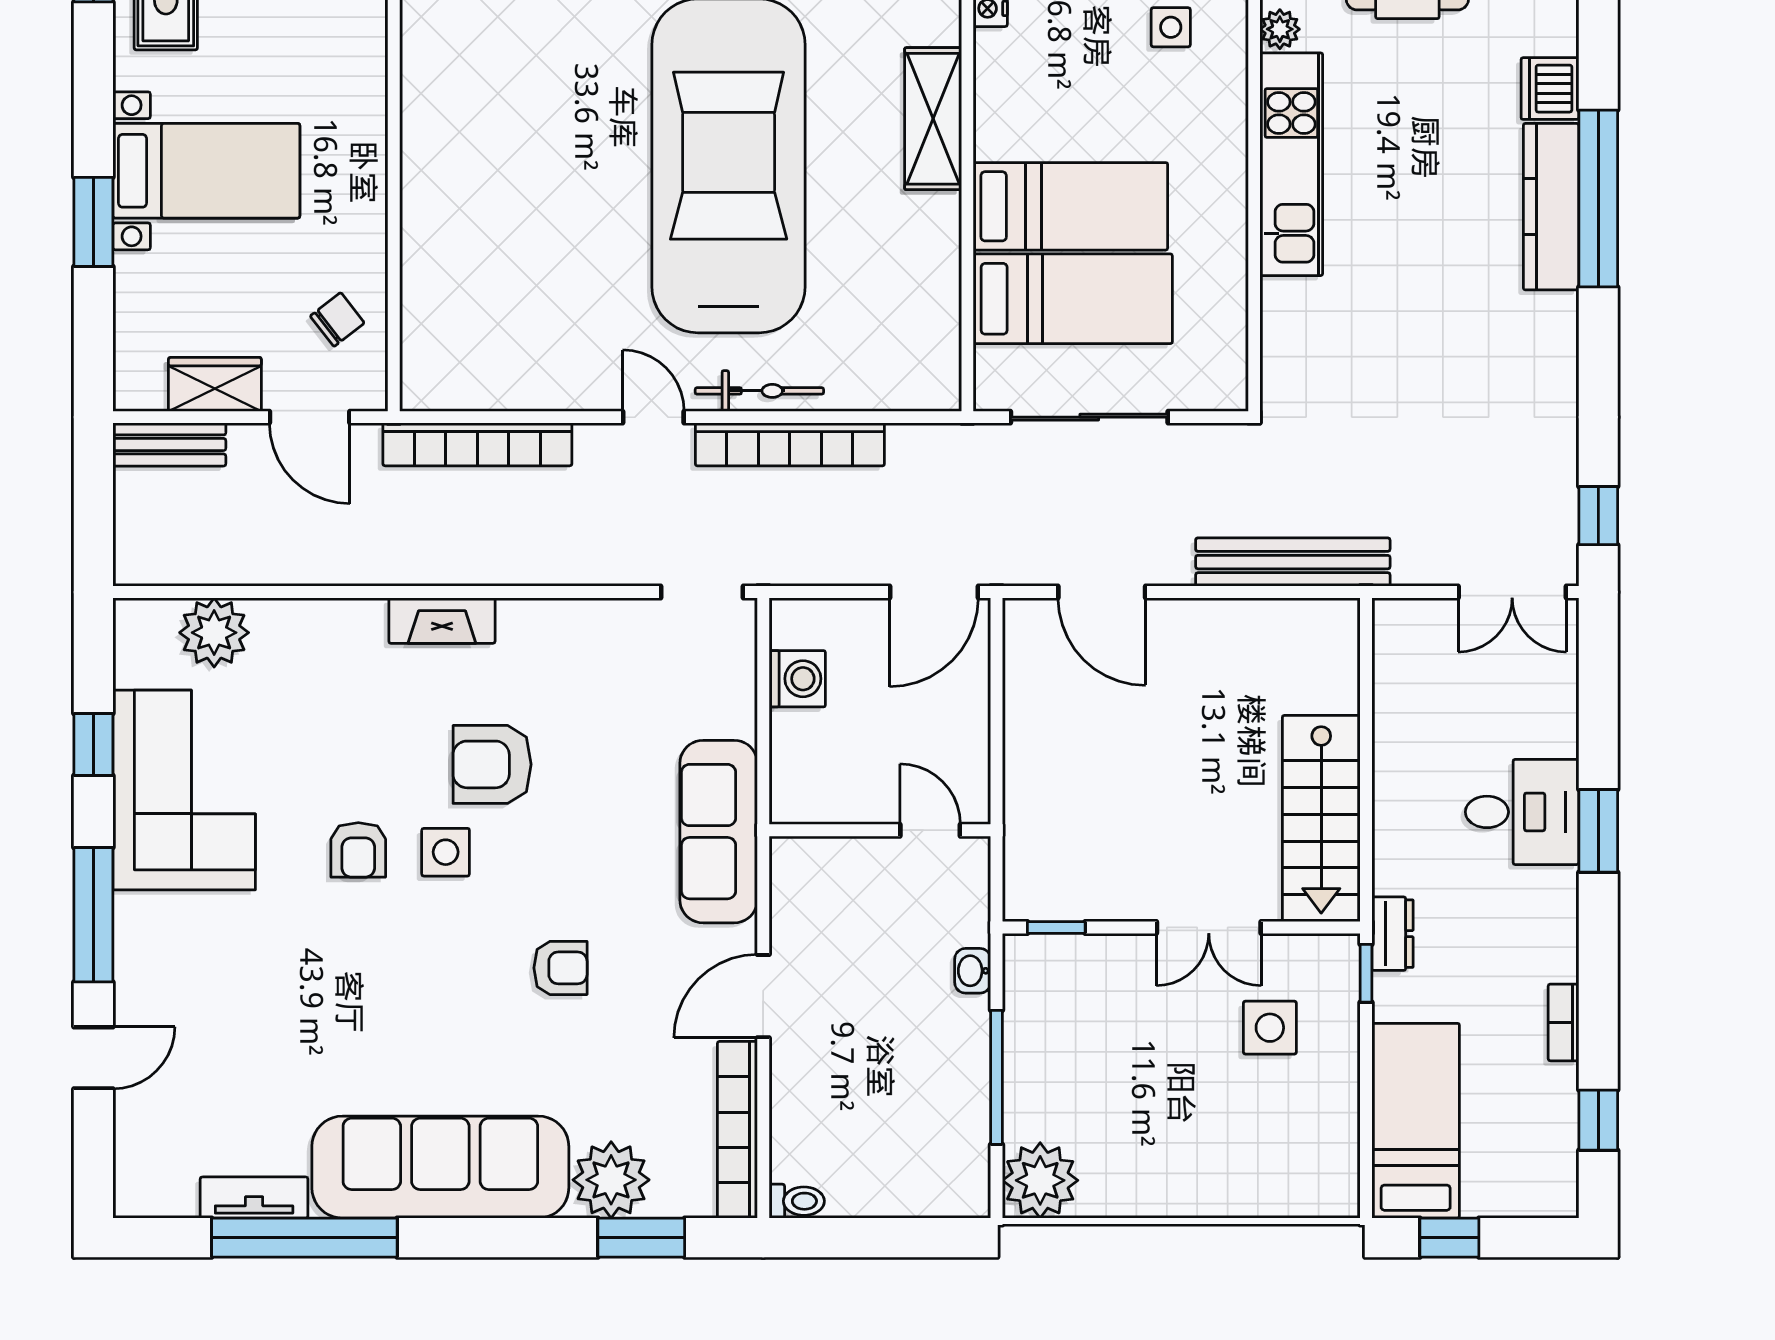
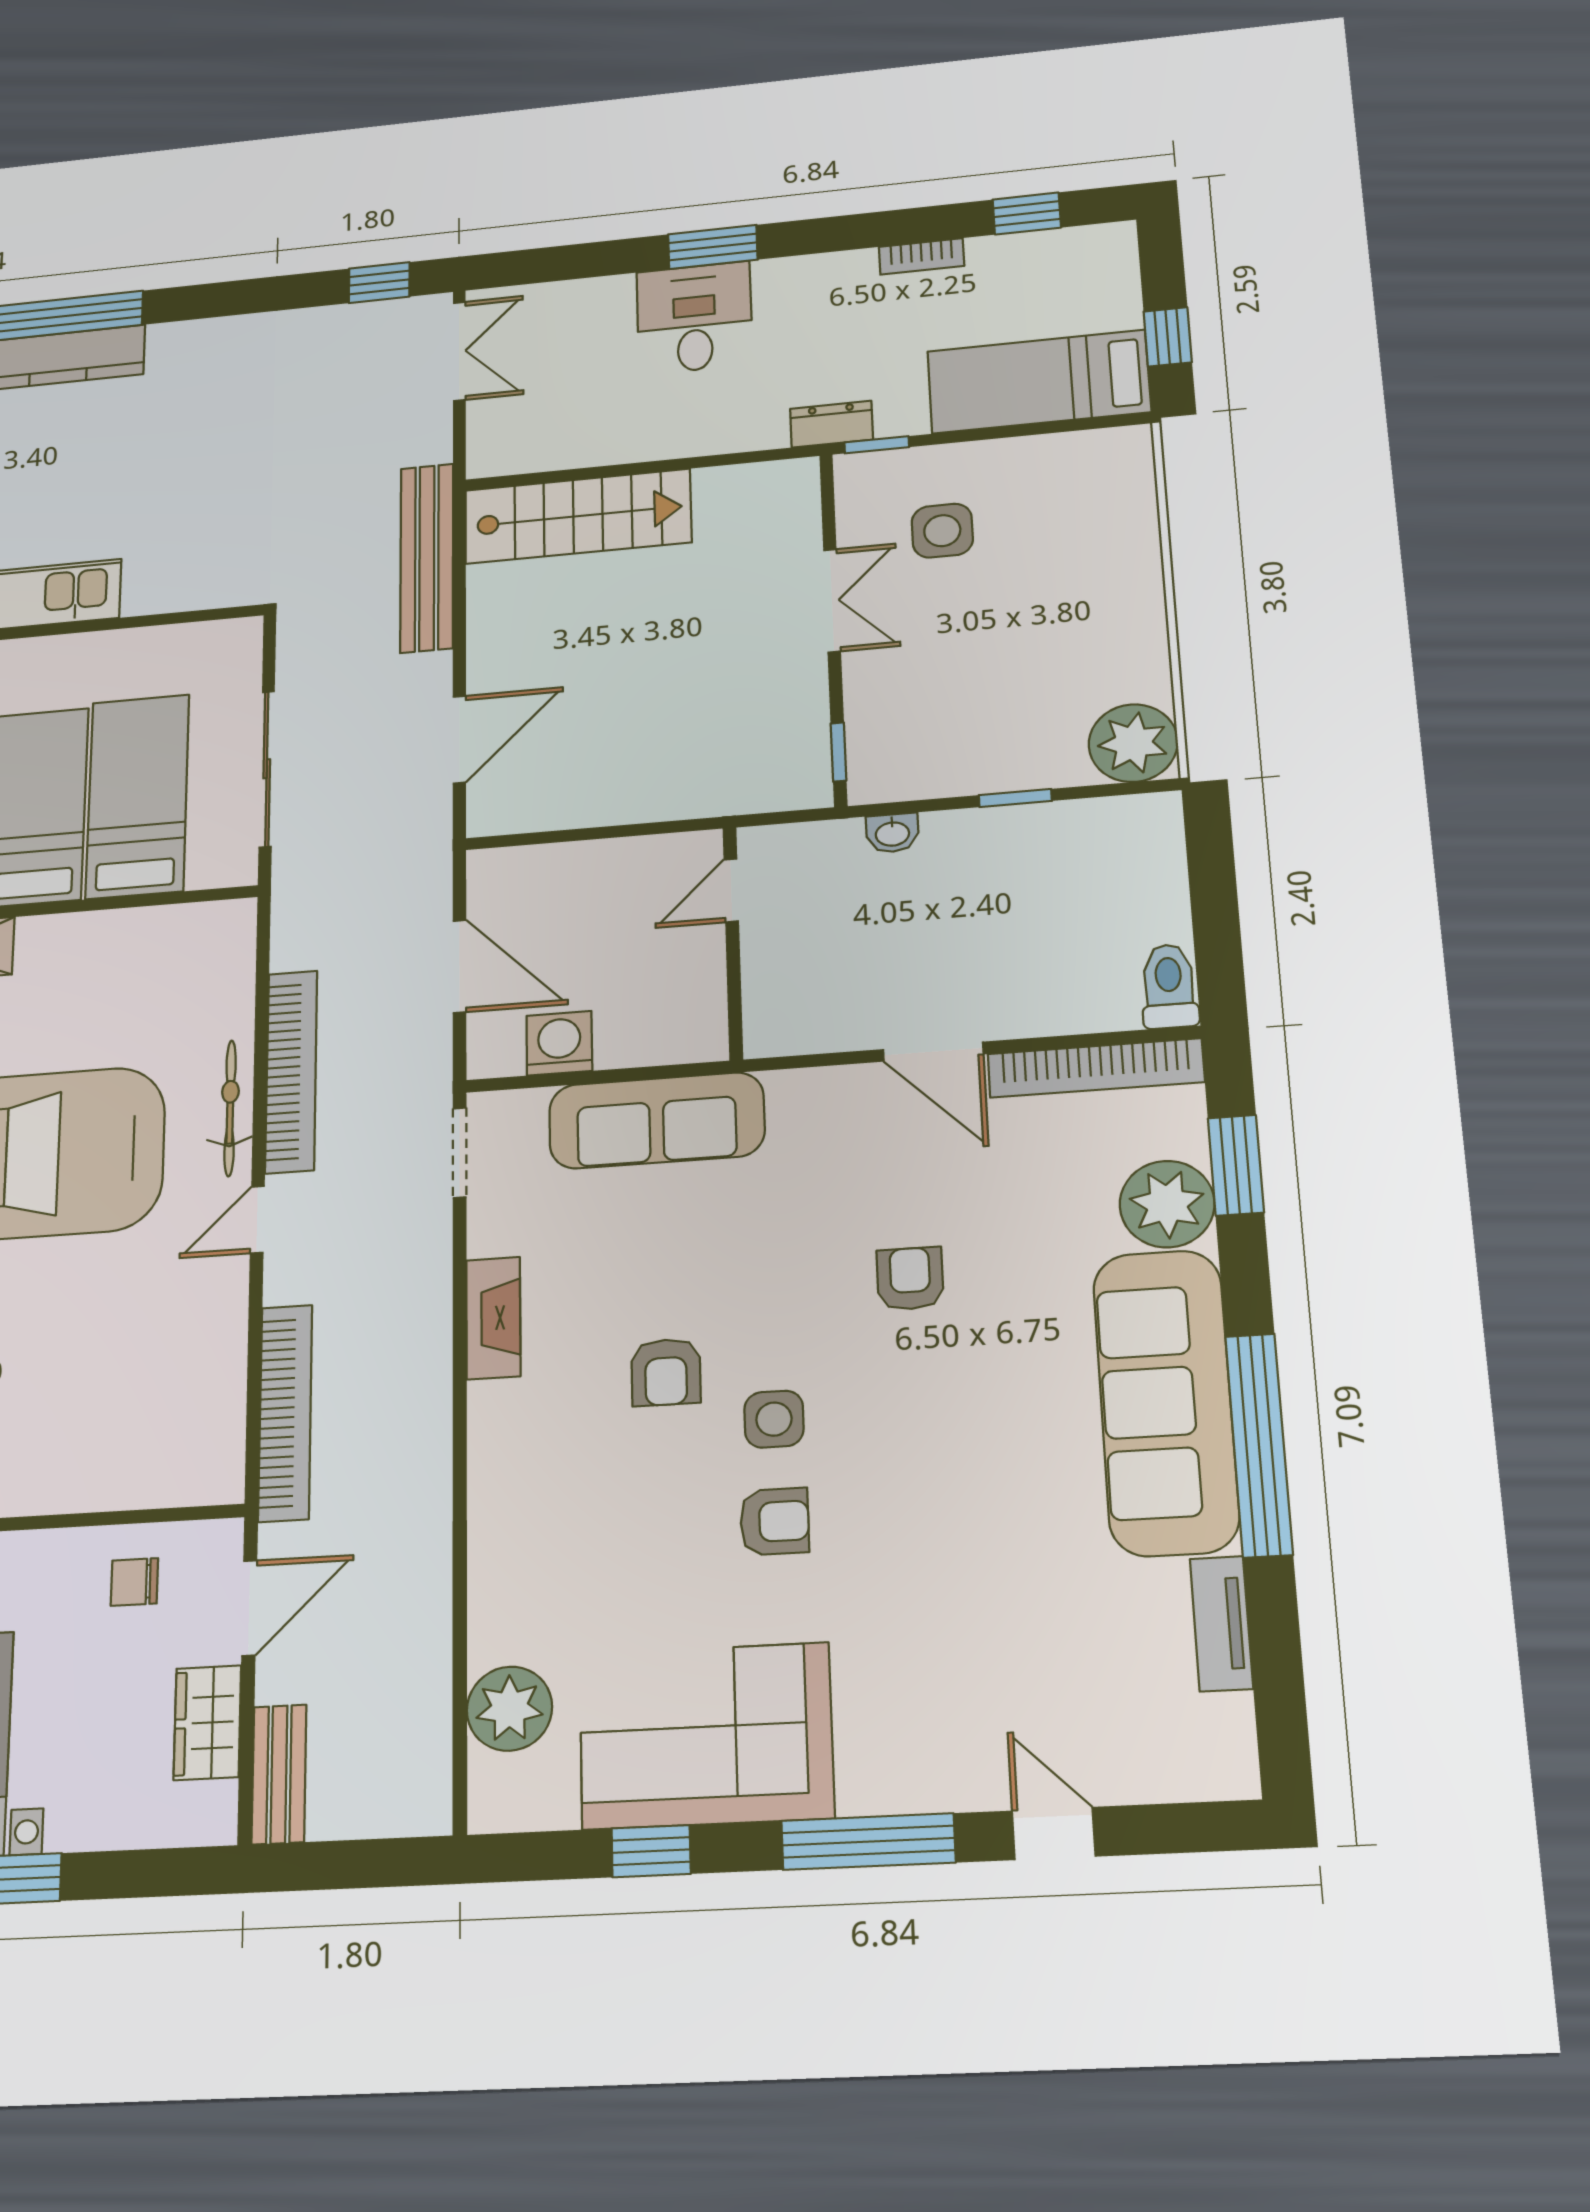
chair: (337, 319) -> (134, 1582), turned -52
door: (934, 592) -> (459, 966), moved
fireplace: (442, 621) -> (493, 1318), moved
armchair: (492, 764) -> (666, 1372), width x0.72, depth x0.72
stairs: (1321, 818) -> (578, 516), moved
sofa: (719, 832) -> (657, 1120), moved
window: (997, 1077) -> (1015, 798), width x0.46
toilet: (797, 1201) -> (1169, 986), width x1.37, depth x1.39
window: (304, 1238) -> (1259, 1445), moved

